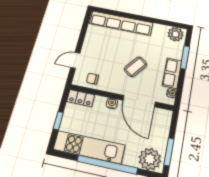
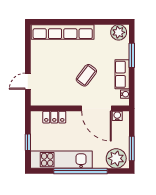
chair: (92, 79) -> (49, 96), removed
locker: (81, 98) -> (54, 117), moved
water cooler: (112, 103) -> (117, 116), moved

